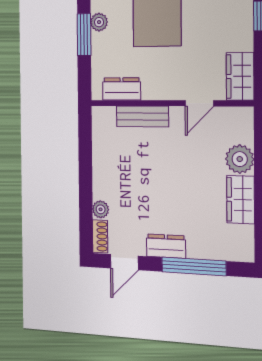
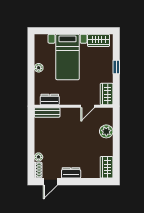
window: (84, 35) -> (31, 74), removed
bench: (142, 116) -> (47, 112), moved
wardrobe: (241, 200) -> (107, 167), moved
window: (194, 266) -> (84, 182), removed

